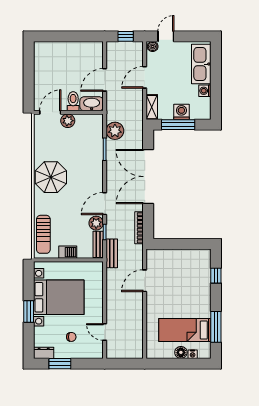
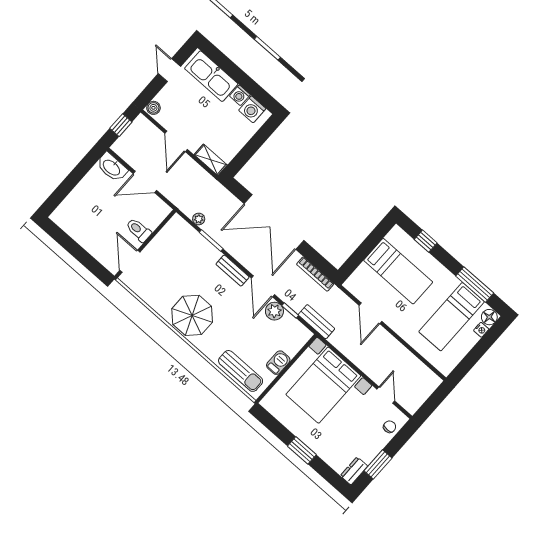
door: (166, 36) -> (169, 70), moved
door: (105, 80) -> (145, 182), hinge flipped
washbasin: (92, 104) -> (112, 167), moved, turned -90
washing machine: (181, 112) -> (252, 109), moved, turned -90
plant: (68, 121) -> (153, 252), removed
window: (178, 125) -> (250, 149), removed
plant: (115, 131) -> (199, 219), width x0.53, depth x0.53
bench: (98, 244) -> (233, 271), moved
bed: (184, 275) -> (398, 271), added
bed with nightstands: (59, 297) -> (323, 385), moved, turned 180
door: (105, 332) -> (386, 395), swing flipped
chair: (71, 337) -> (390, 427), moved
floor lamp: (181, 352) -> (489, 317), moved

